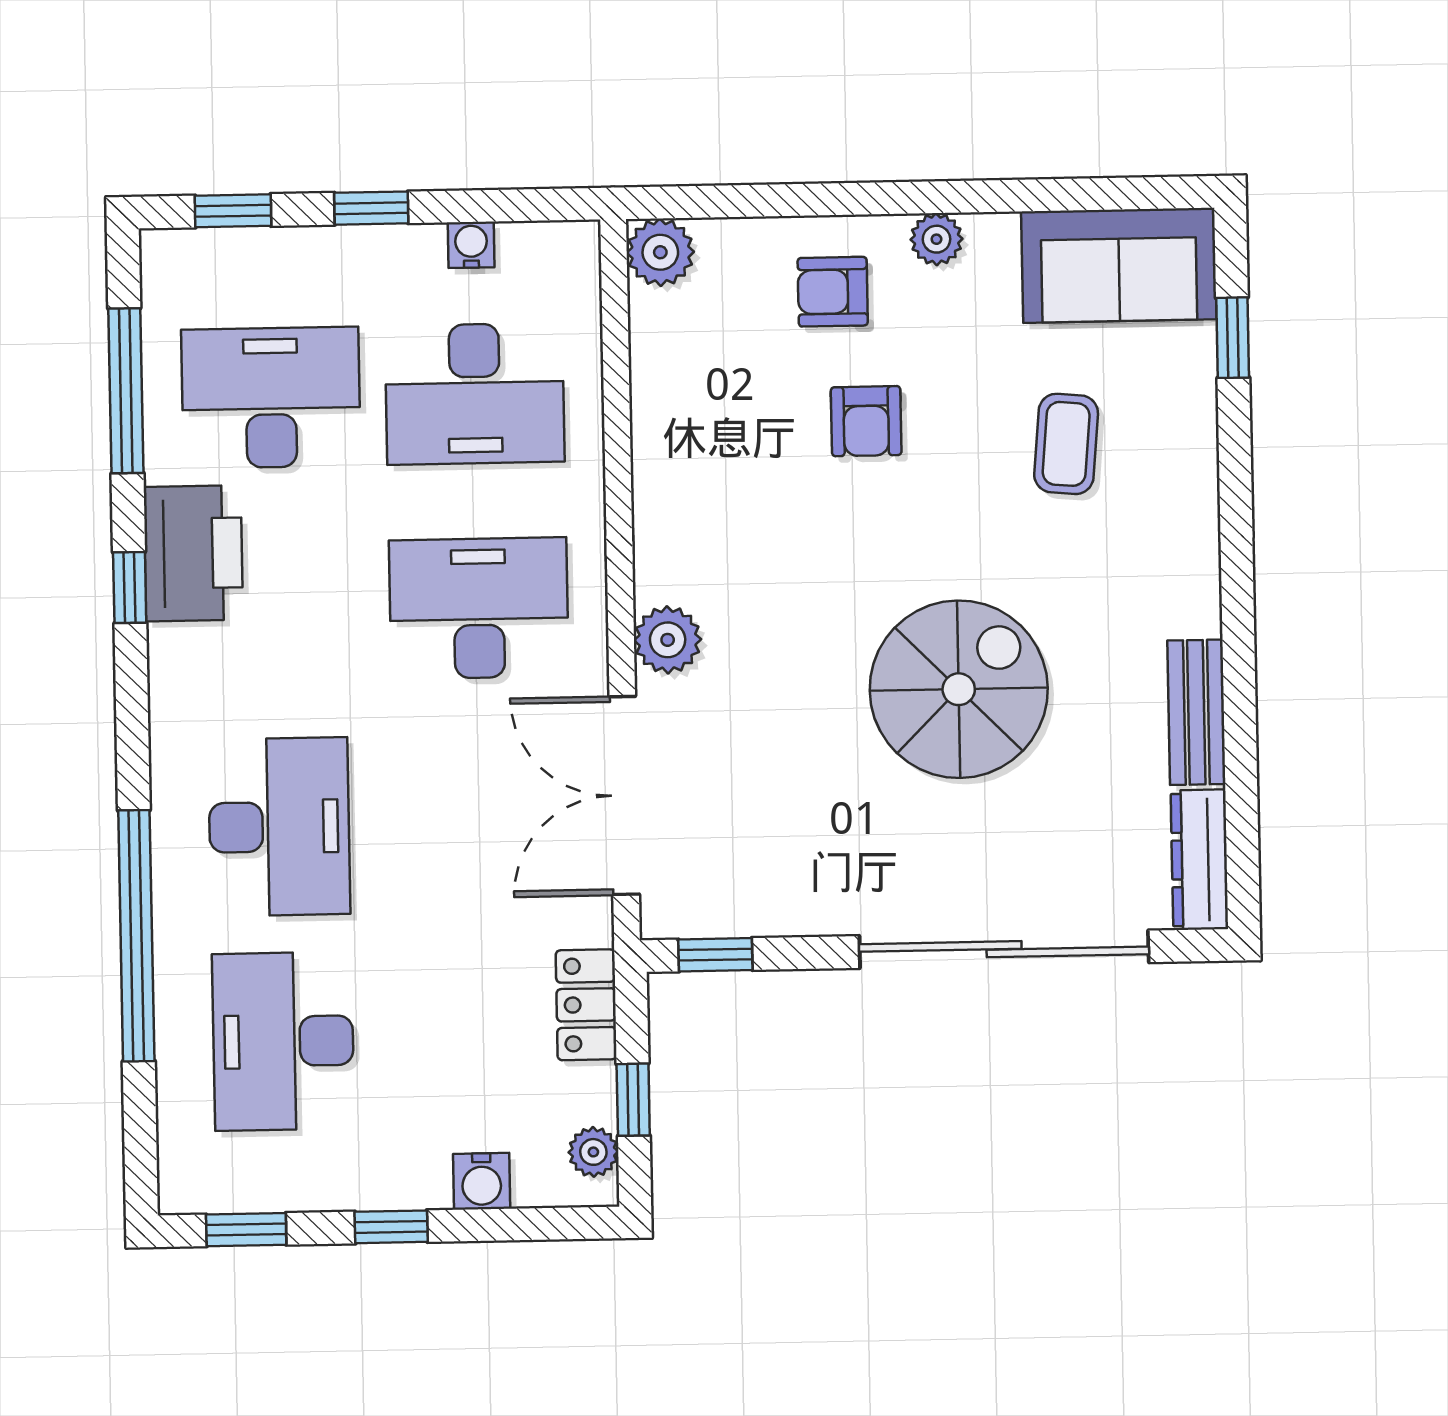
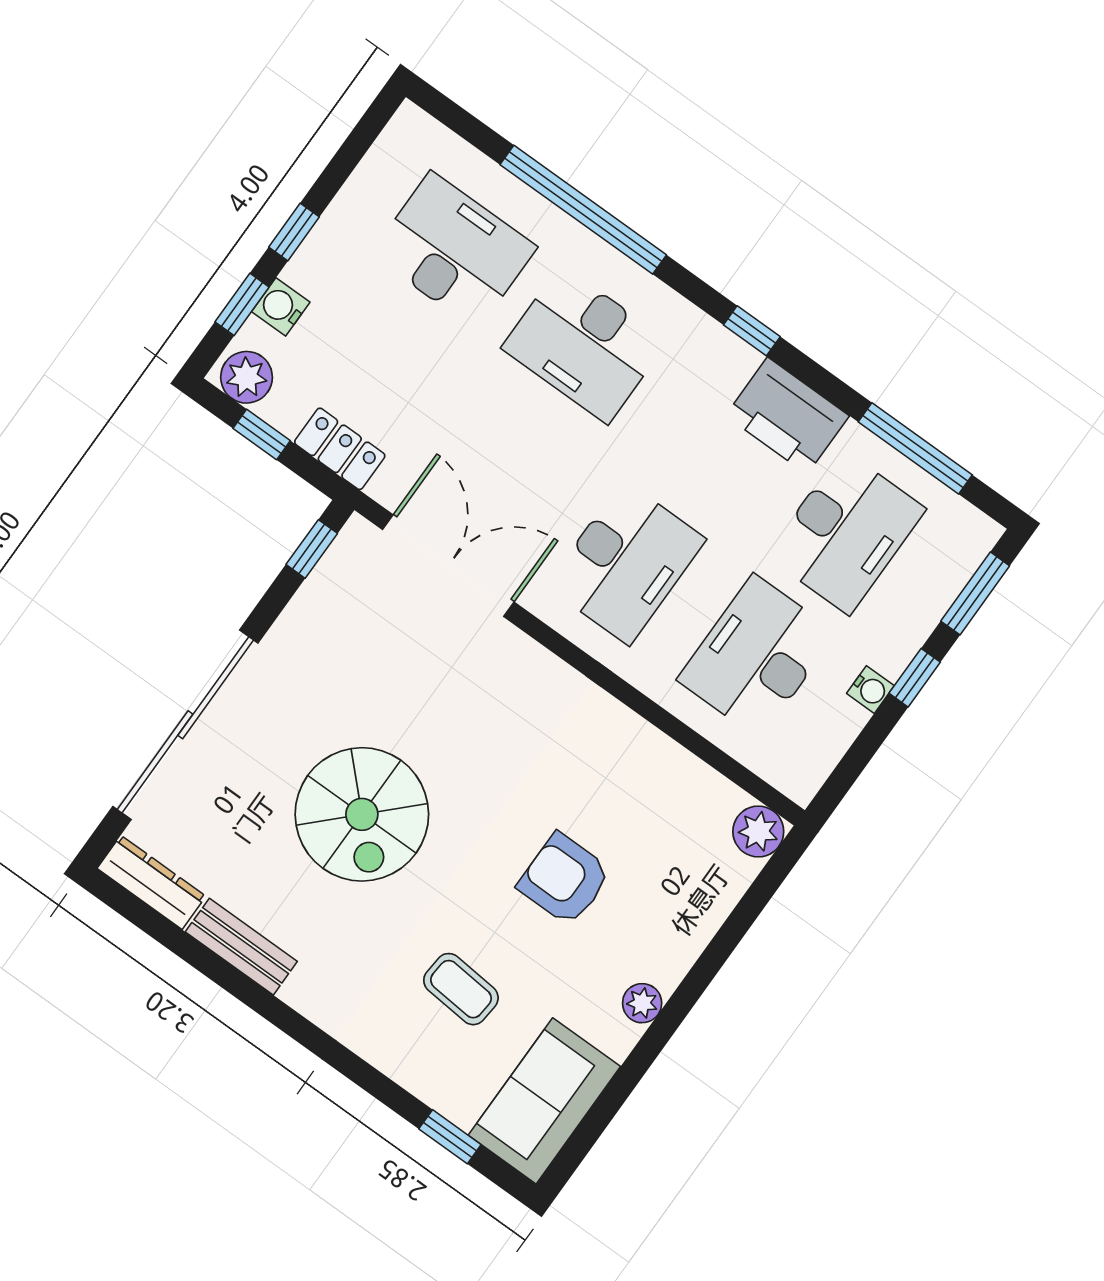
window: (233, 211) -> (975, 593), width x1.50
water cooler: (471, 245) -> (870, 690), moved
armchair: (833, 292) -> (657, 917), removed
armchair: (866, 421) -> (564, 879), width x1.38, depth x1.38
window: (130, 588) -> (752, 331), moved
plant: (668, 640) -> (522, 662), removed
plant: (593, 1152) -> (247, 377), width x1.38, depth x1.38
window: (246, 1230) -> (242, 304), moved

